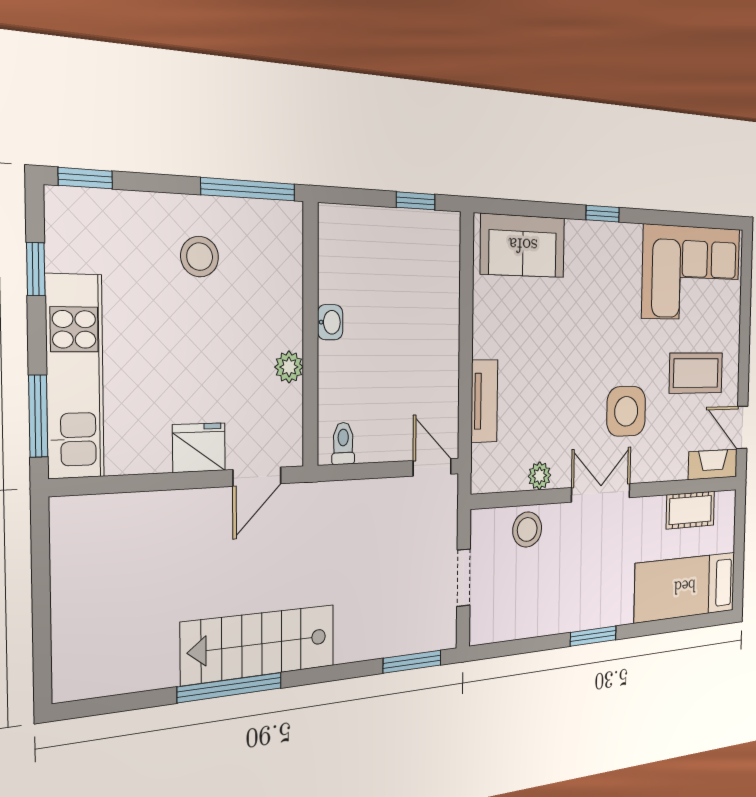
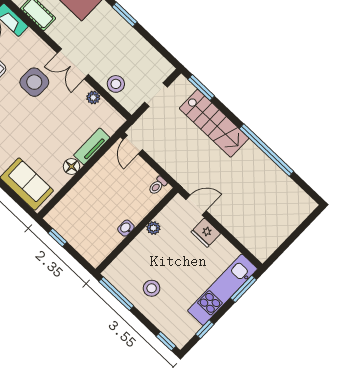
floor lamp: (486, 339) -> (72, 166), added
stairs: (259, 644) -> (214, 123), moved
window: (230, 687) -> (266, 150), width x1.46

